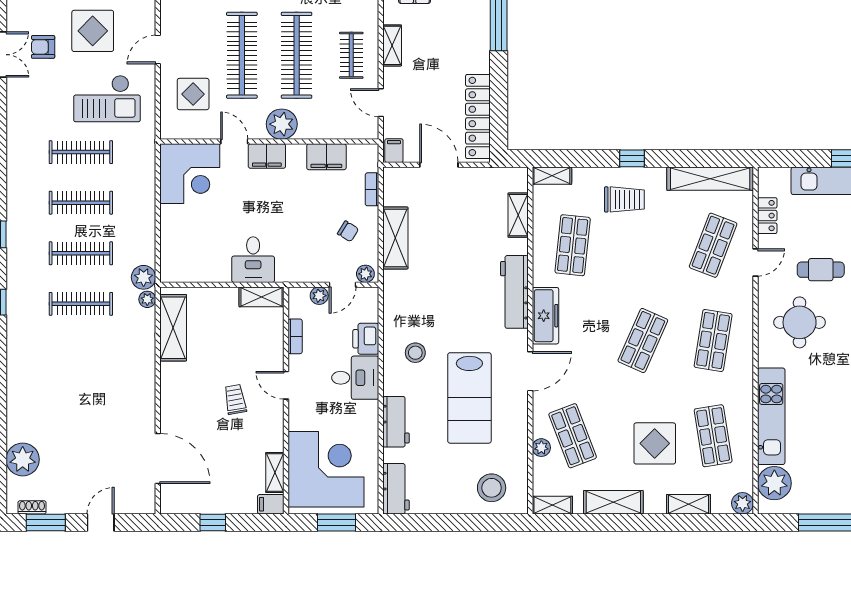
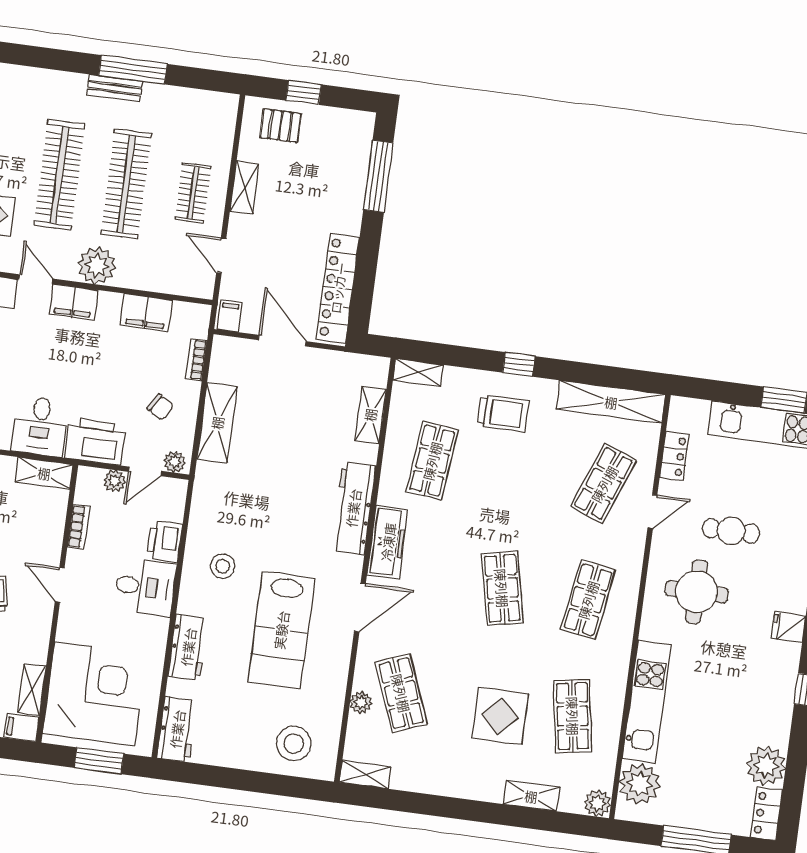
printer: (299, 266) -> (95, 441), added
shop shelf: (643, 340) -> (502, 588), turned -36
shelving: (613, 502) -> (440, 781), removed

